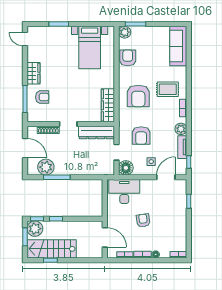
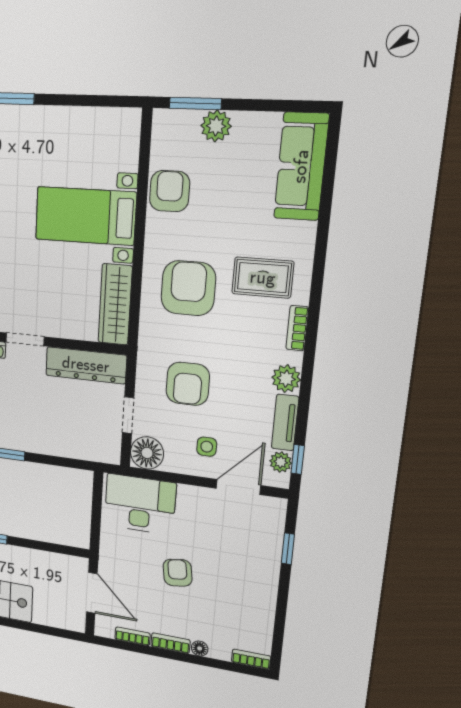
plant: (125, 32) -> (216, 126), moved
bed with nightstands: (90, 48) -> (85, 216), moved, turned 90
armchair: (138, 96) -> (188, 288), turned 180
plant: (182, 164) -> (281, 462), added

